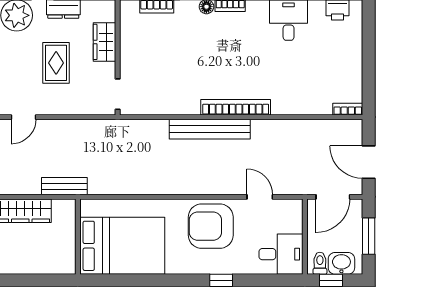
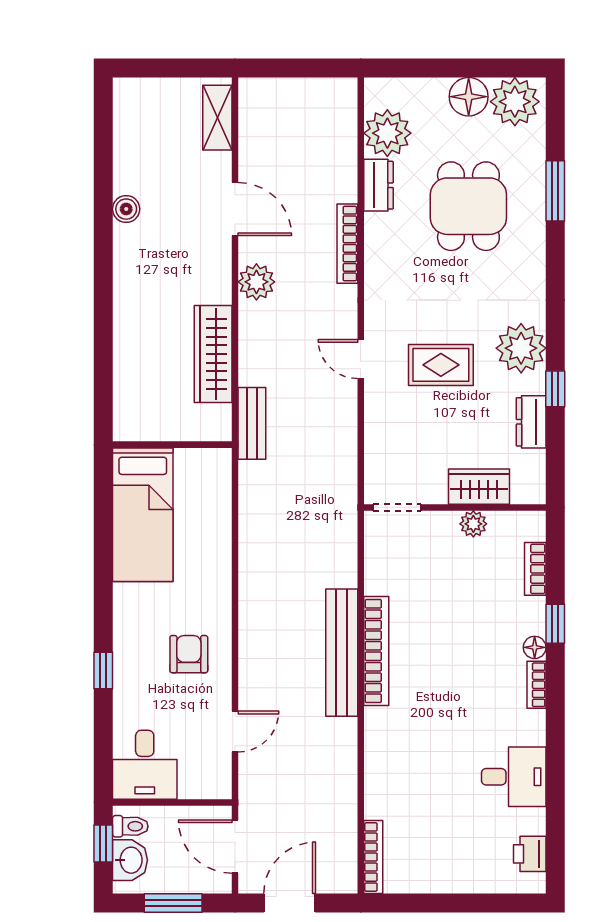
plant: (128, 46) -> (473, 524), added
rug: (56, 63) -> (441, 365), moved
bookcase: (236, 107) -> (376, 651), moved
bookcase: (348, 109) -> (373, 857), width x1.56
armchair: (211, 226) -> (189, 654), width x0.53, depth x0.53
bed: (122, 246) -> (143, 515), width x0.67

